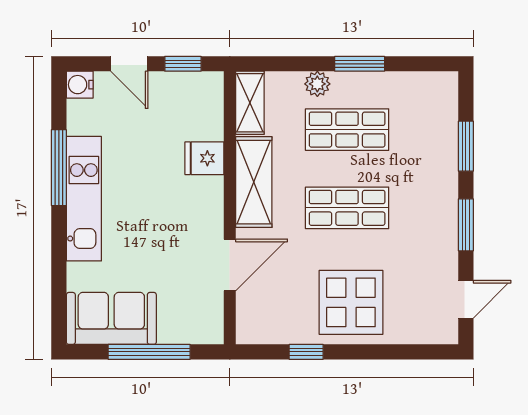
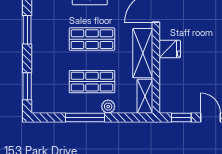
window: (360, 64) -> (85, 118), width x1.44
window: (466, 146) -> (27, 86), moved
fridge: (204, 158) -> (170, 49), moved

